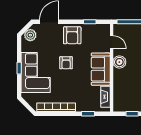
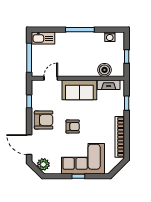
boiler: (119, 62) -> (104, 70), moved

